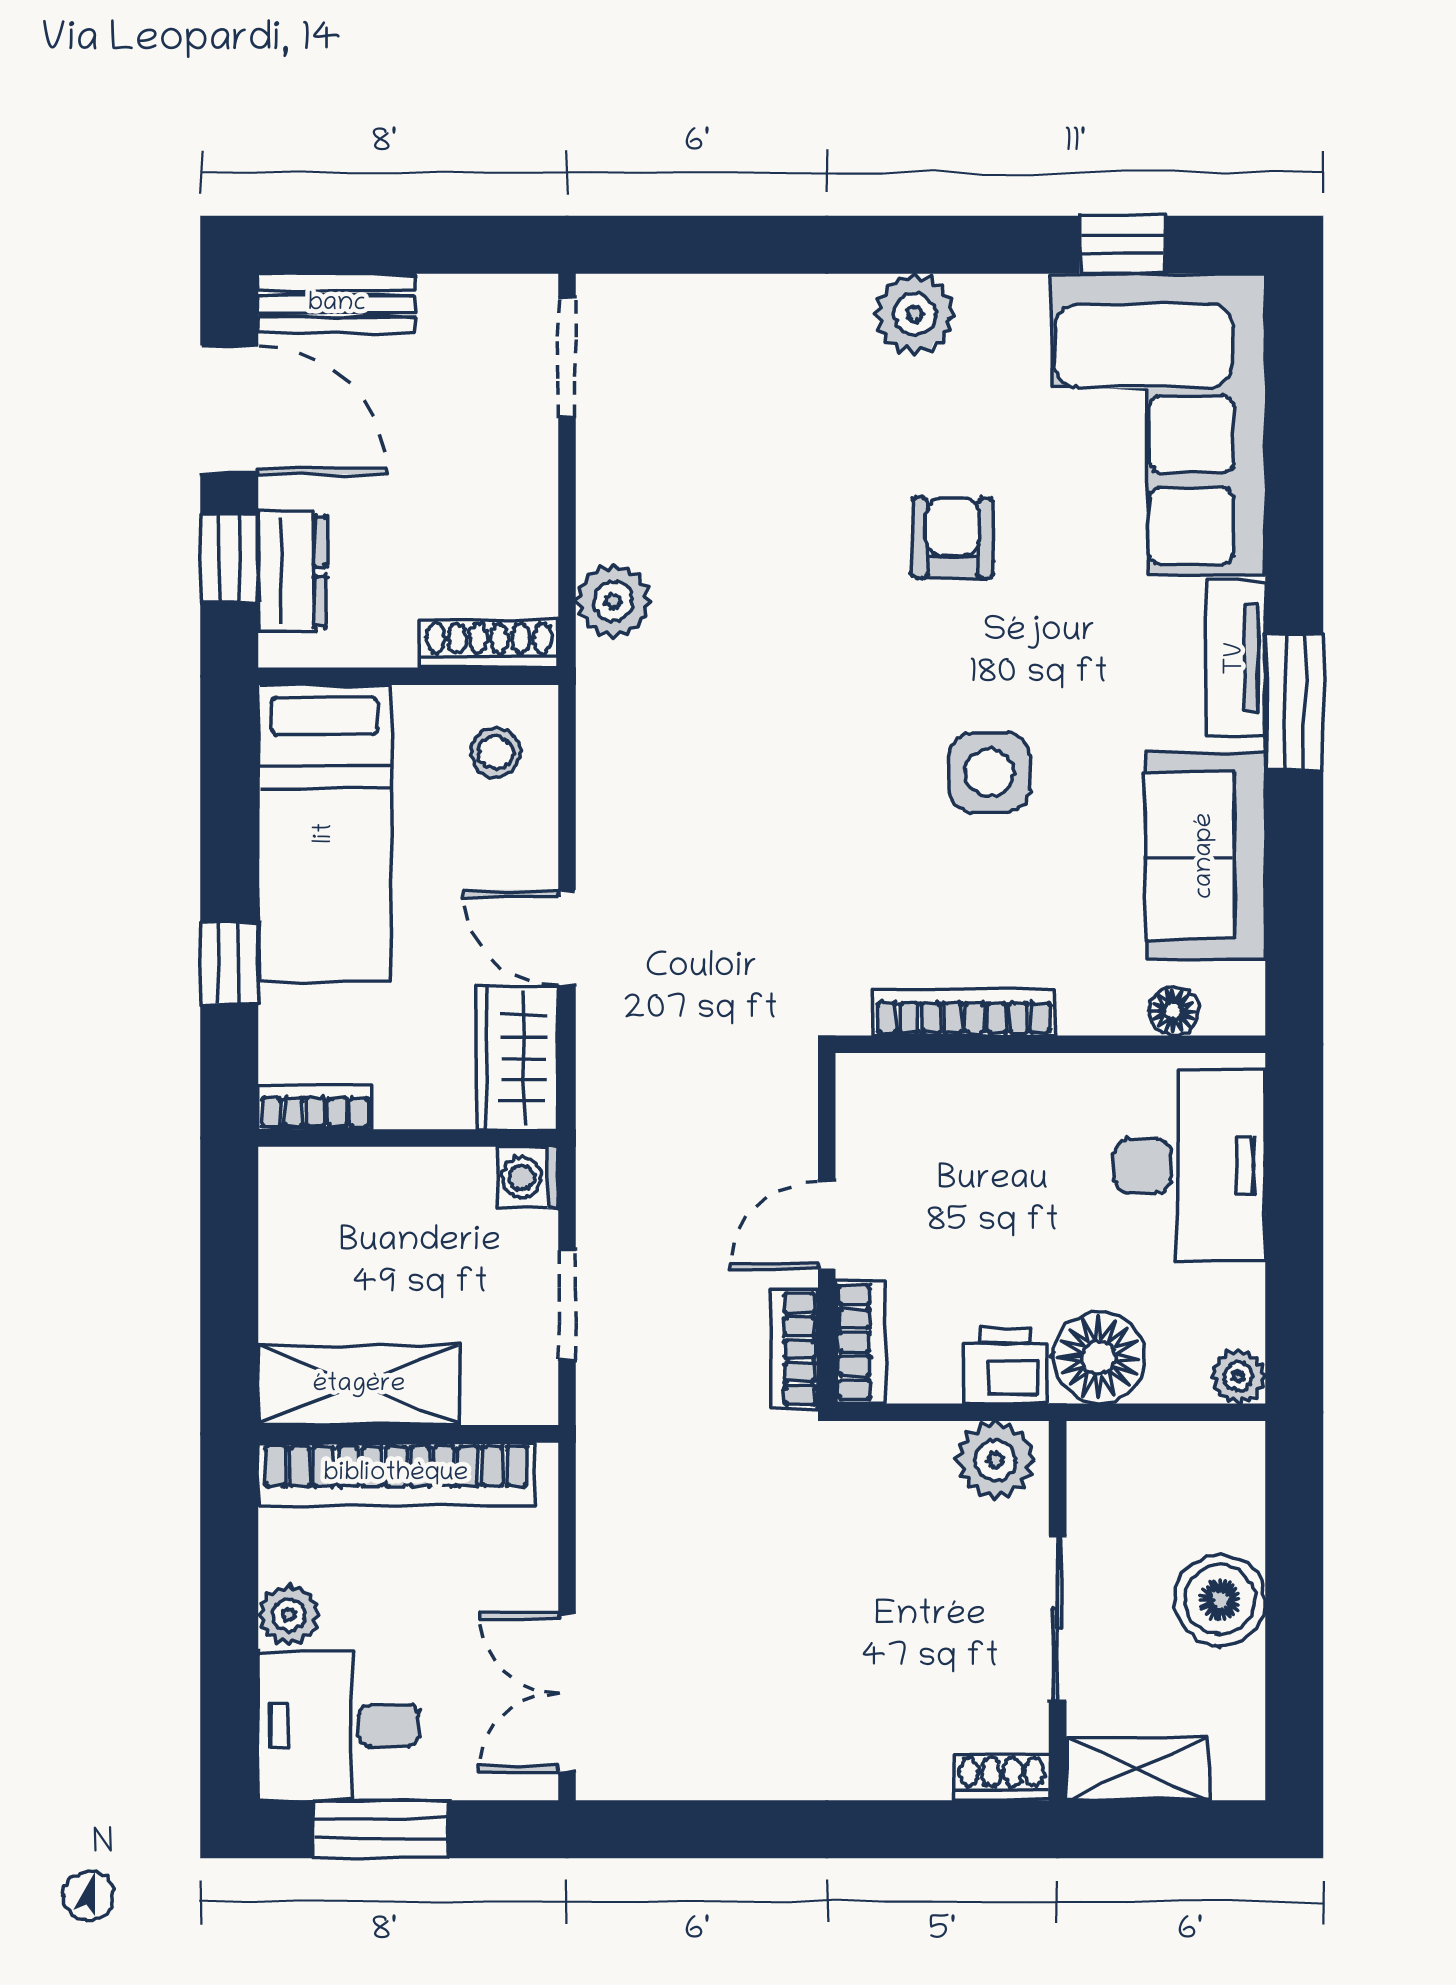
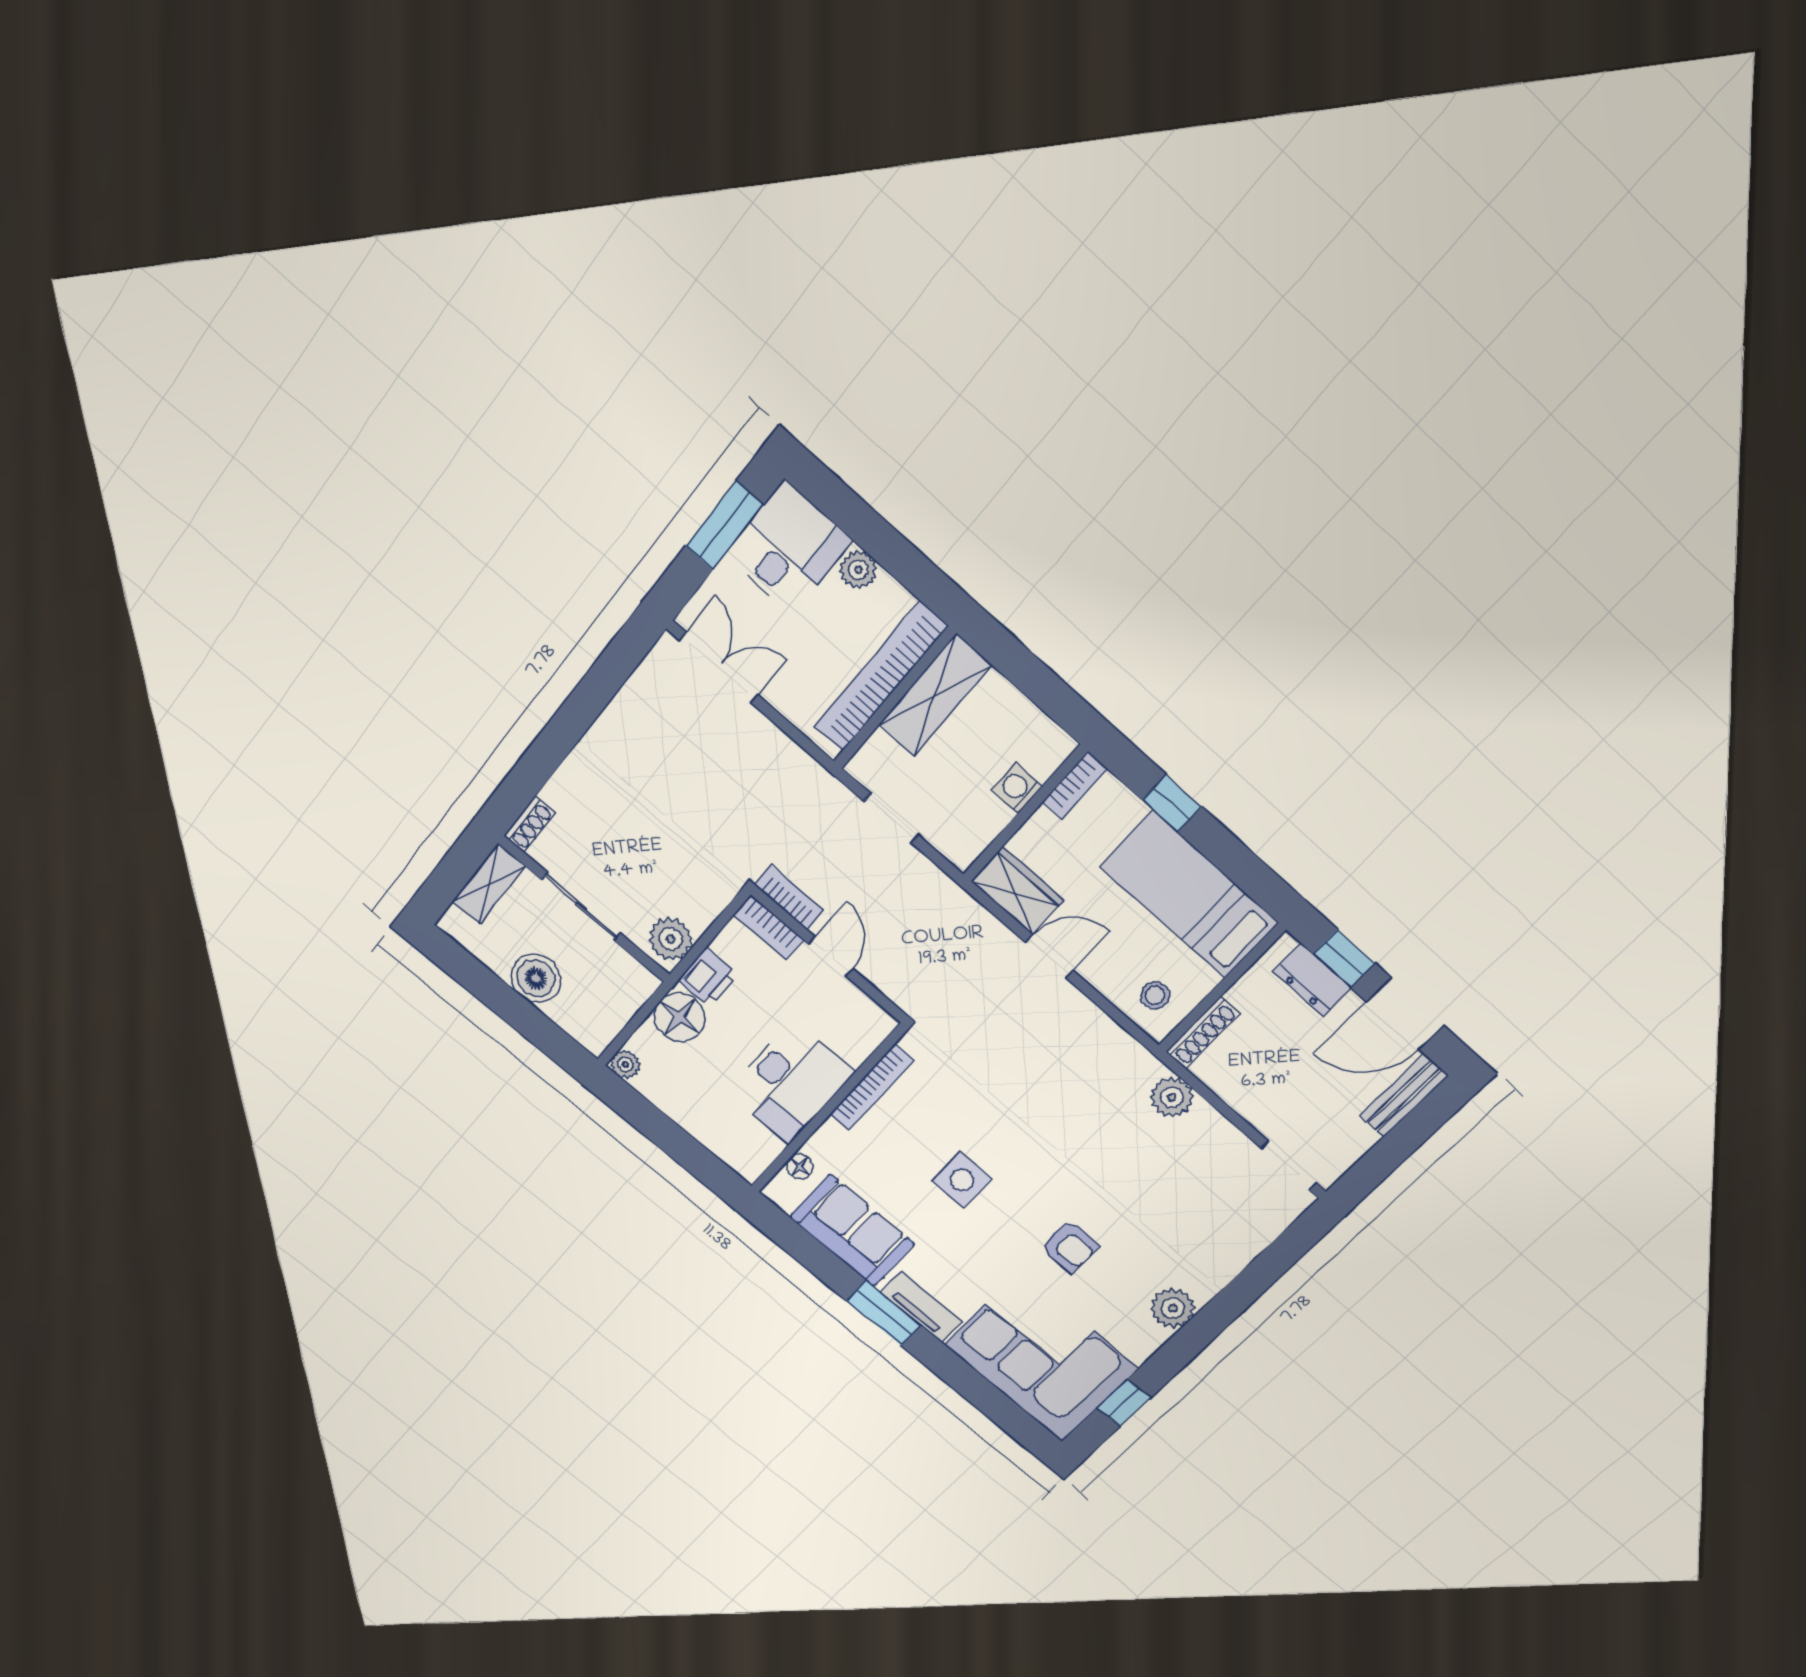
desk: (1190, 1166) -> (791, 1082), moved, turned -90
washing machine: (528, 1177) -> (1017, 788), moved, turned -90

